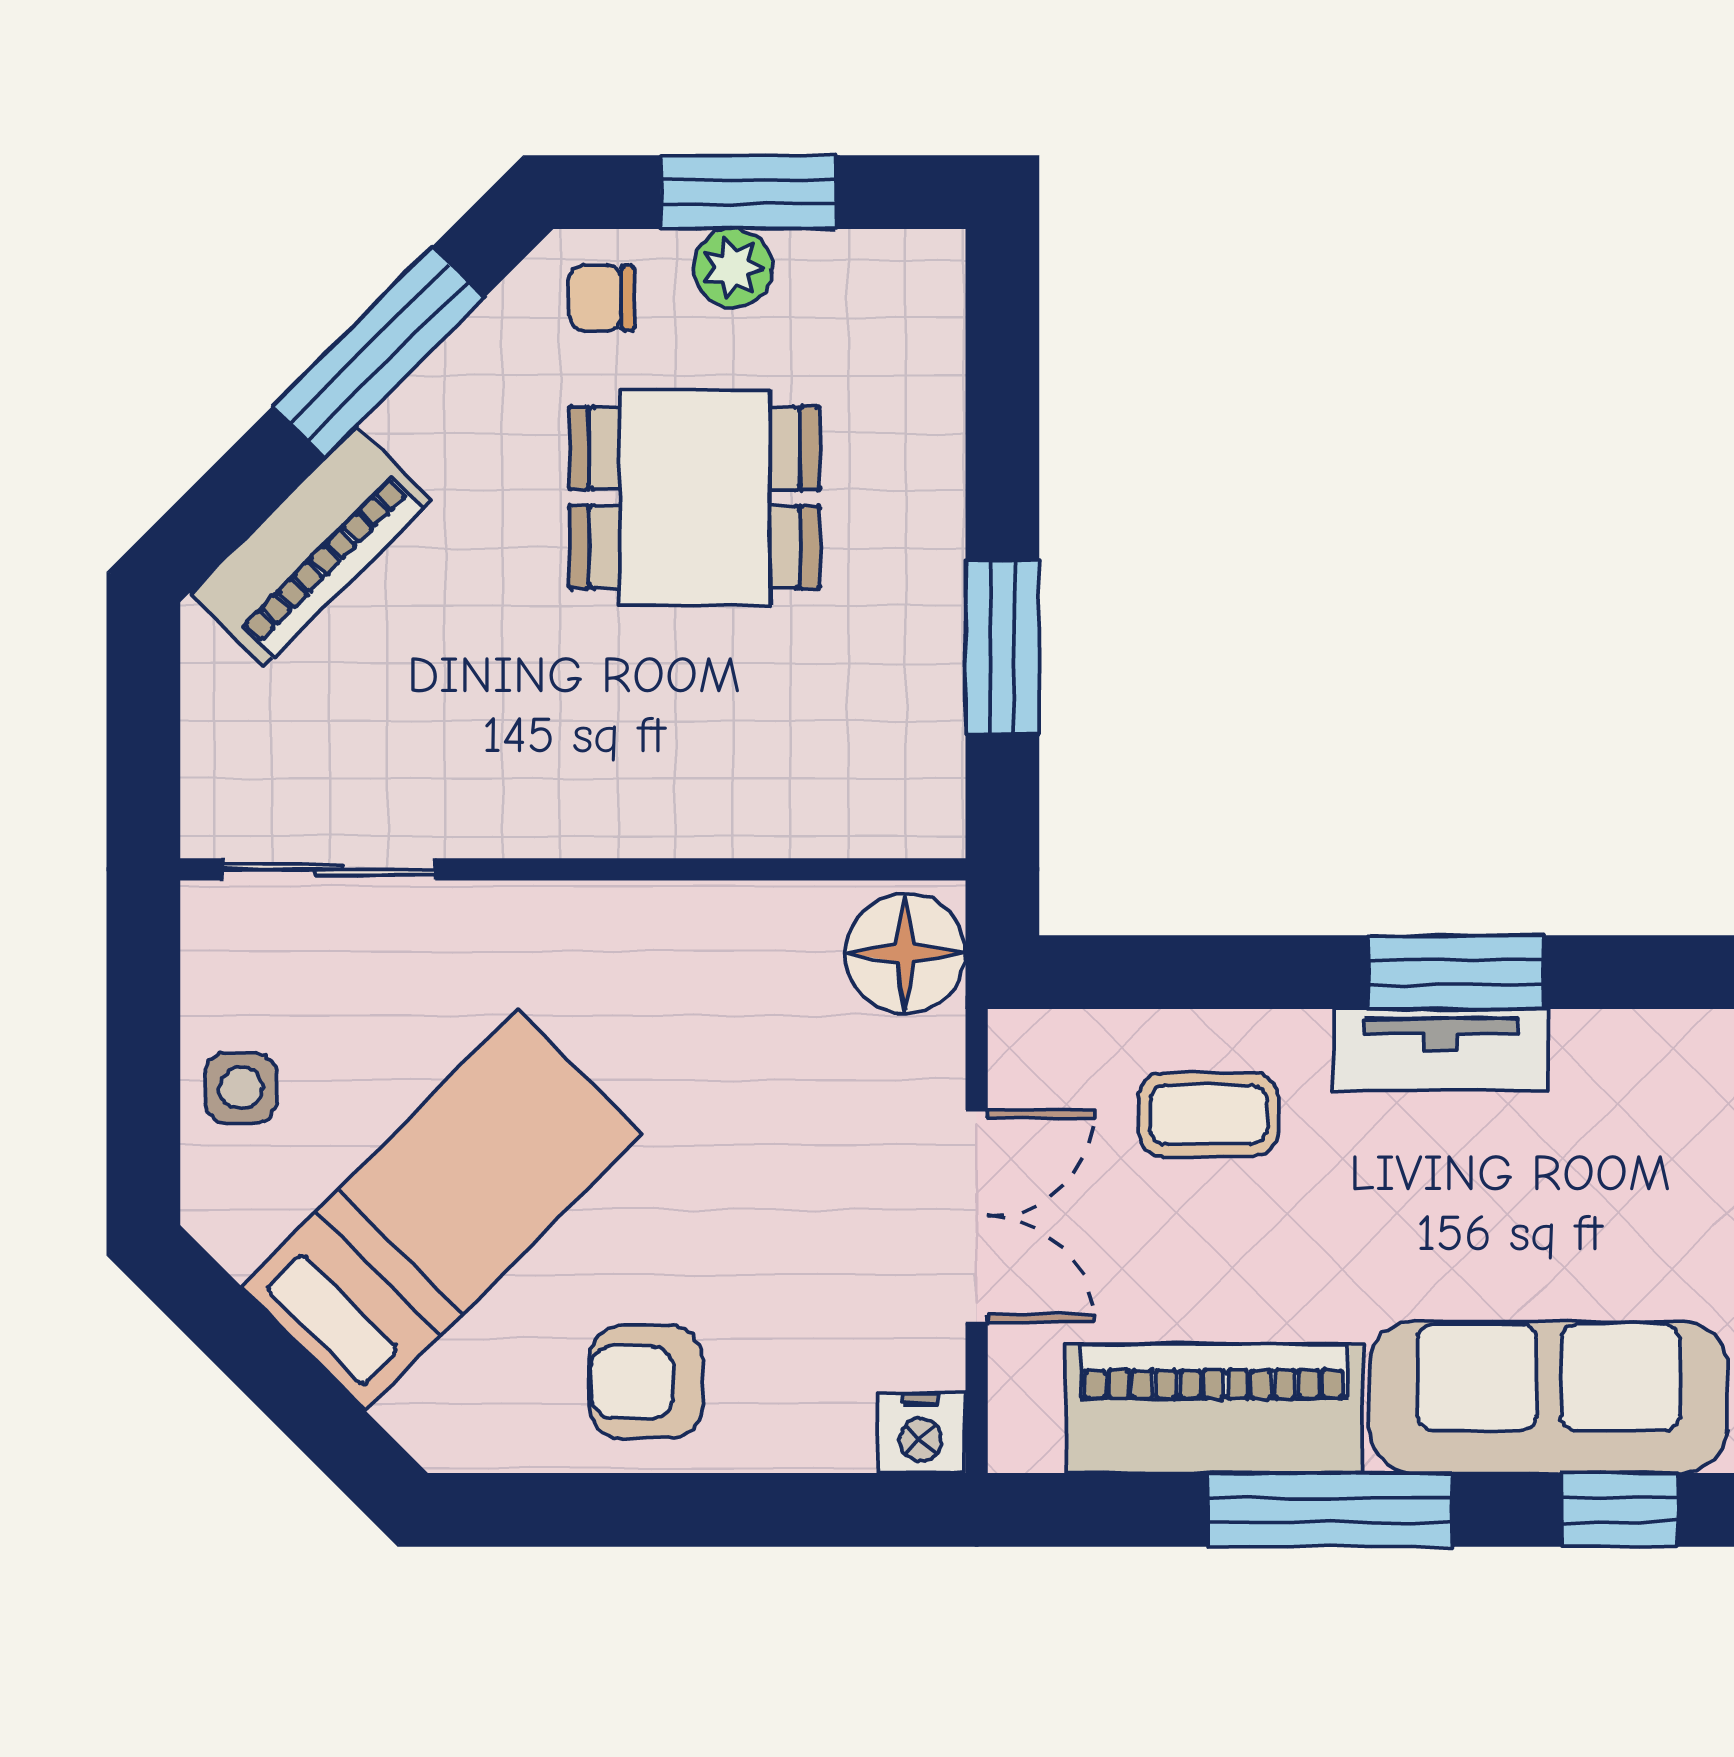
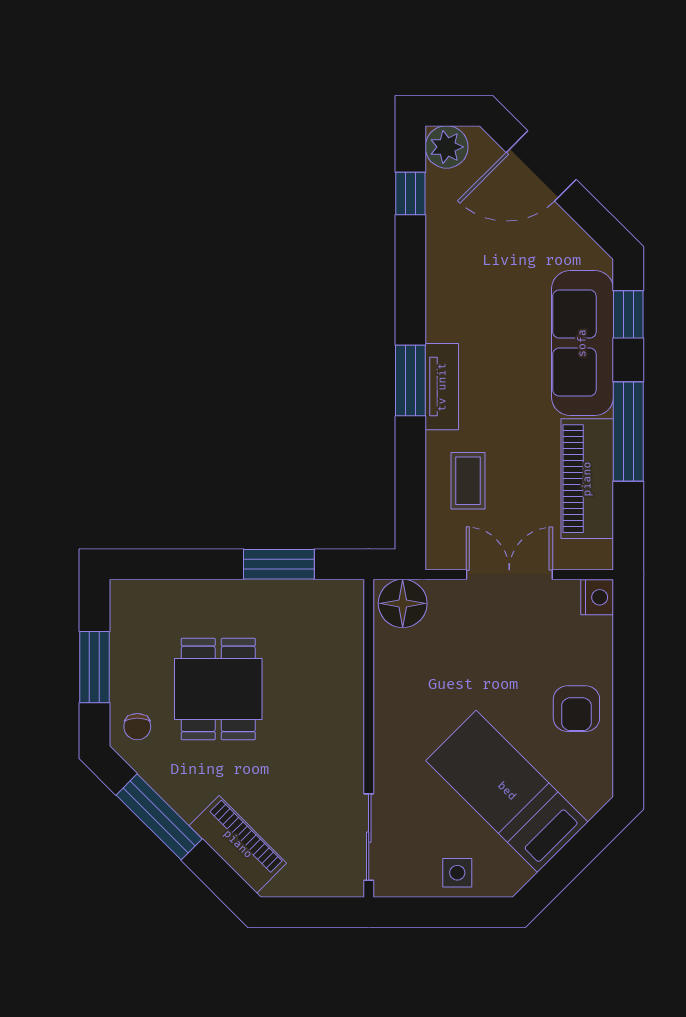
plant: (733, 268) -> (125, 673), removed

